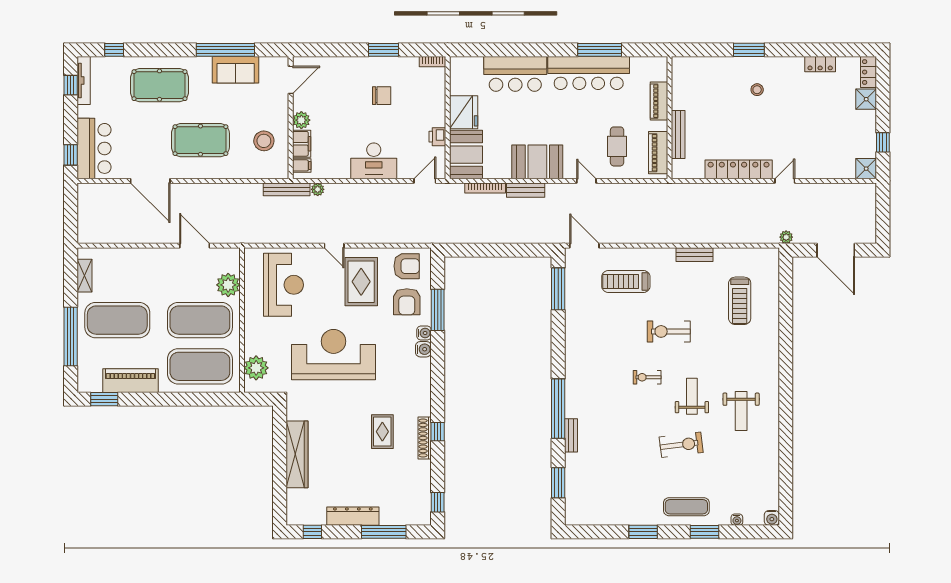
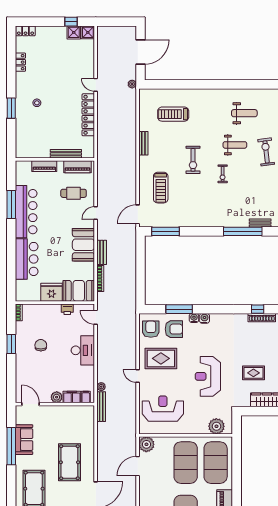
shower: (866, 99) -> (74, 32), moved
stool: (264, 141) -> (70, 421), removed
door: (334, 246) -> (138, 376), swing flipped
plant: (228, 285) -> (146, 444), moved
treadmill: (740, 301) -> (173, 114), turned 180
reception desk: (334, 355) -> (208, 376), width x0.74, depth x0.77
weight bench: (692, 396) -> (235, 145), turned 180
rug: (382, 432) -> (253, 373), moved

